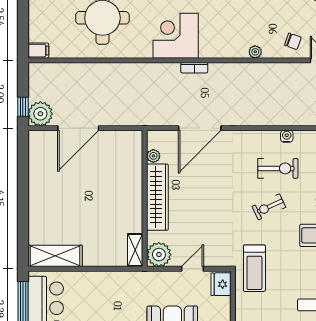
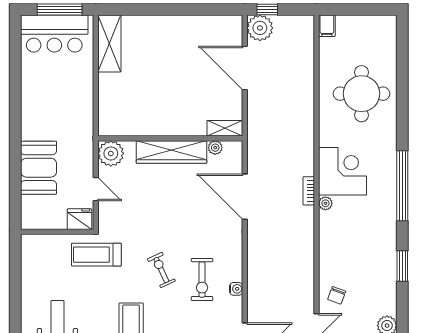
plant: (255, 52) -> (325, 203), moved
shelving: (135, 250) -> (225, 128), moved

